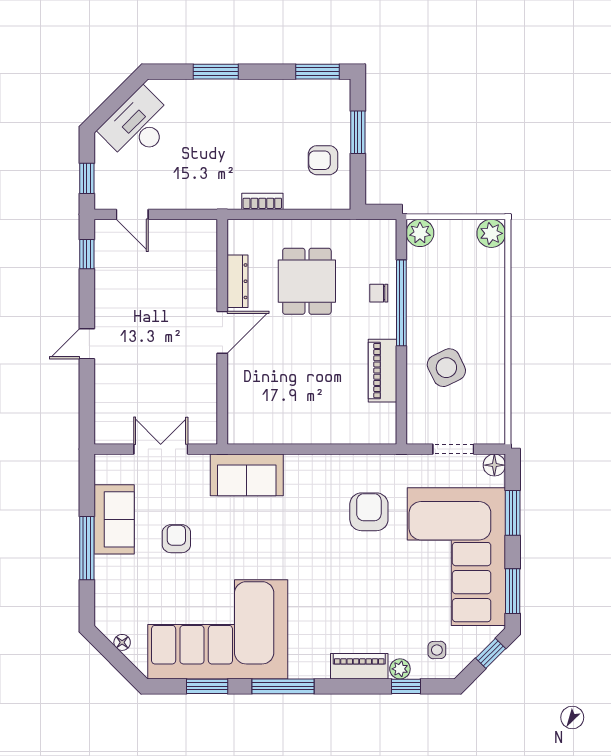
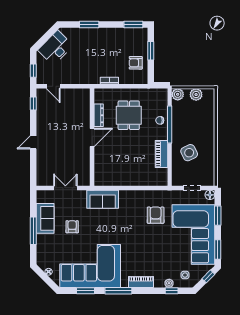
plant: (491, 233) -> (196, 95), moved
piano: (359, 666) -> (141, 282), moved

